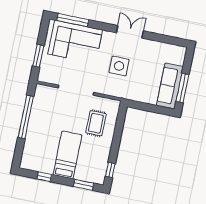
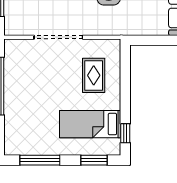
bed: (67, 155) -> (90, 124), moved, turned -90
window: (44, 177) -> (40, 160), width x2.17

